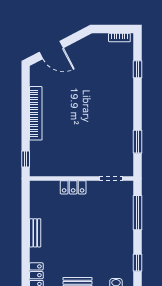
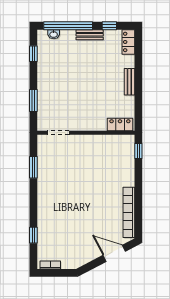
bookcase: (36, 113) -> (129, 212), moved
locker: (73, 187) -> (120, 124), moved
window: (138, 213) -> (33, 101), width x0.69

